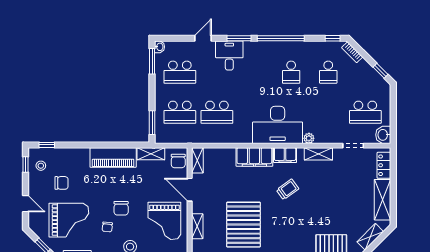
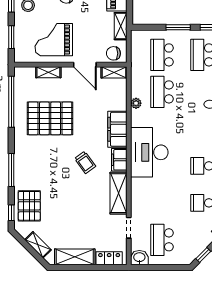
window: (152, 123) -> (178, 27), moved
plant: (309, 138) -> (136, 103), moved
shelving: (318, 154) -> (118, 193), width x1.50, depth x1.33
door: (190, 190) -> (85, 65), swing flipped

